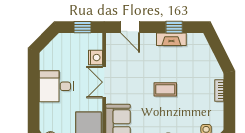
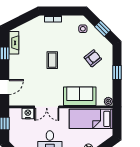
fireplace: (171, 39) -> (14, 43), moved

